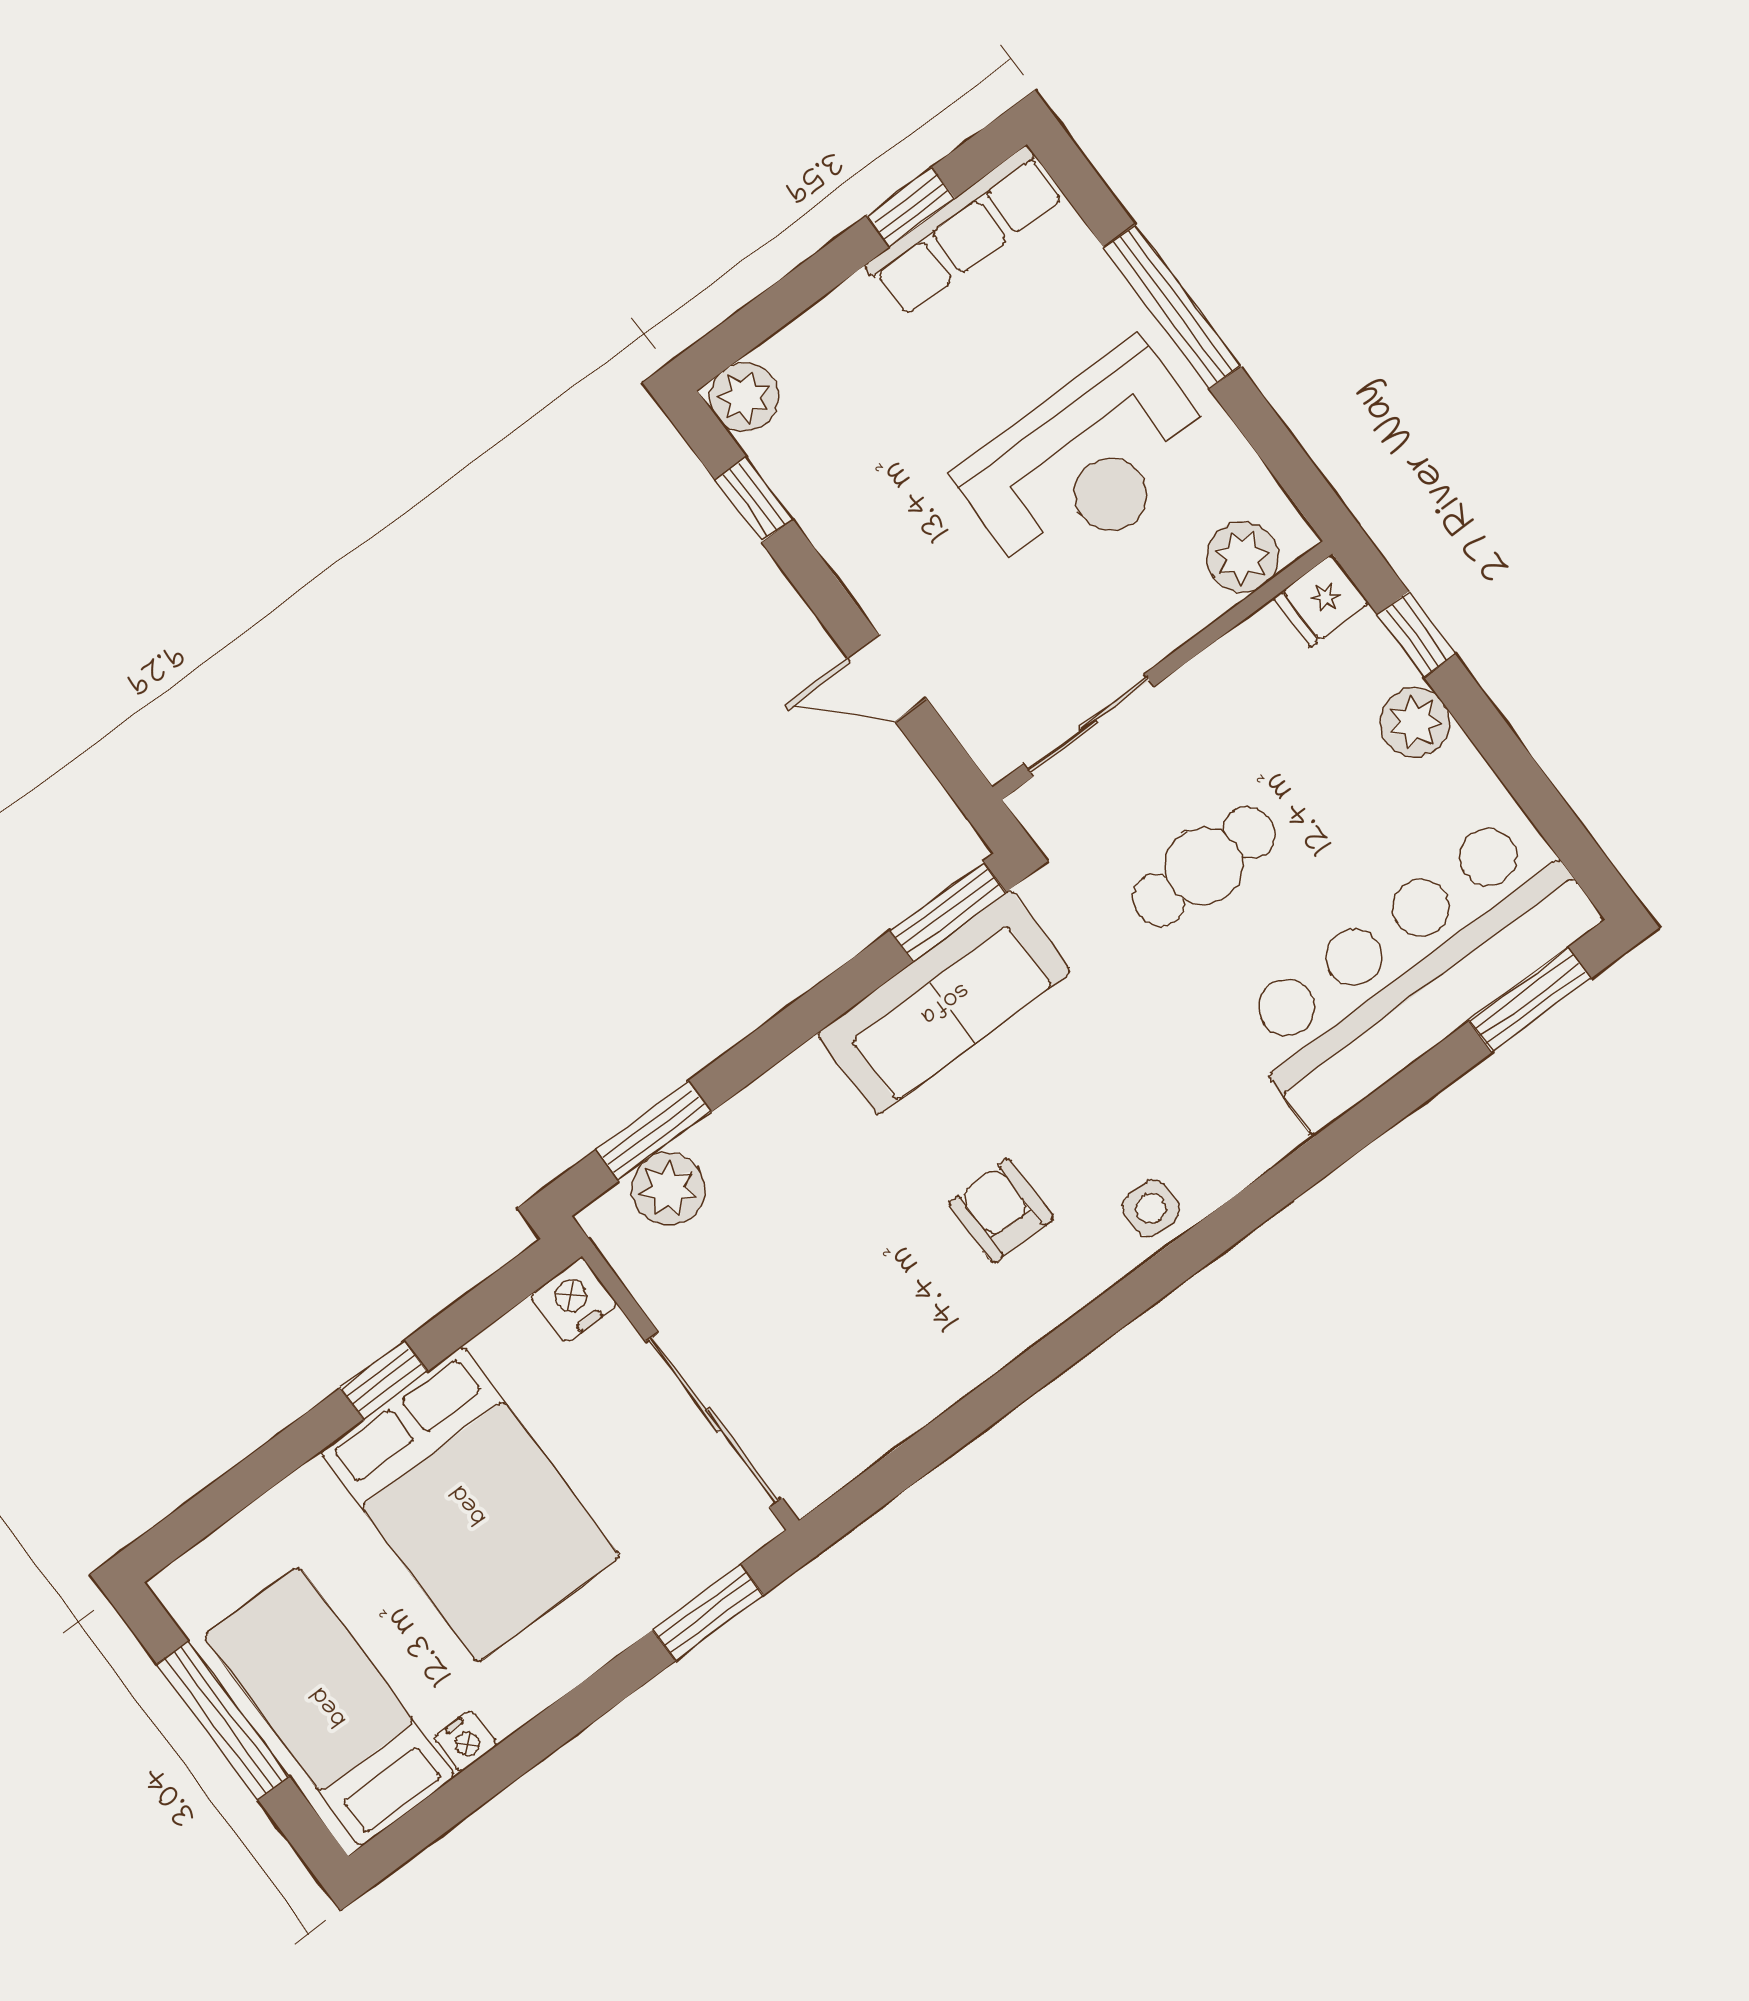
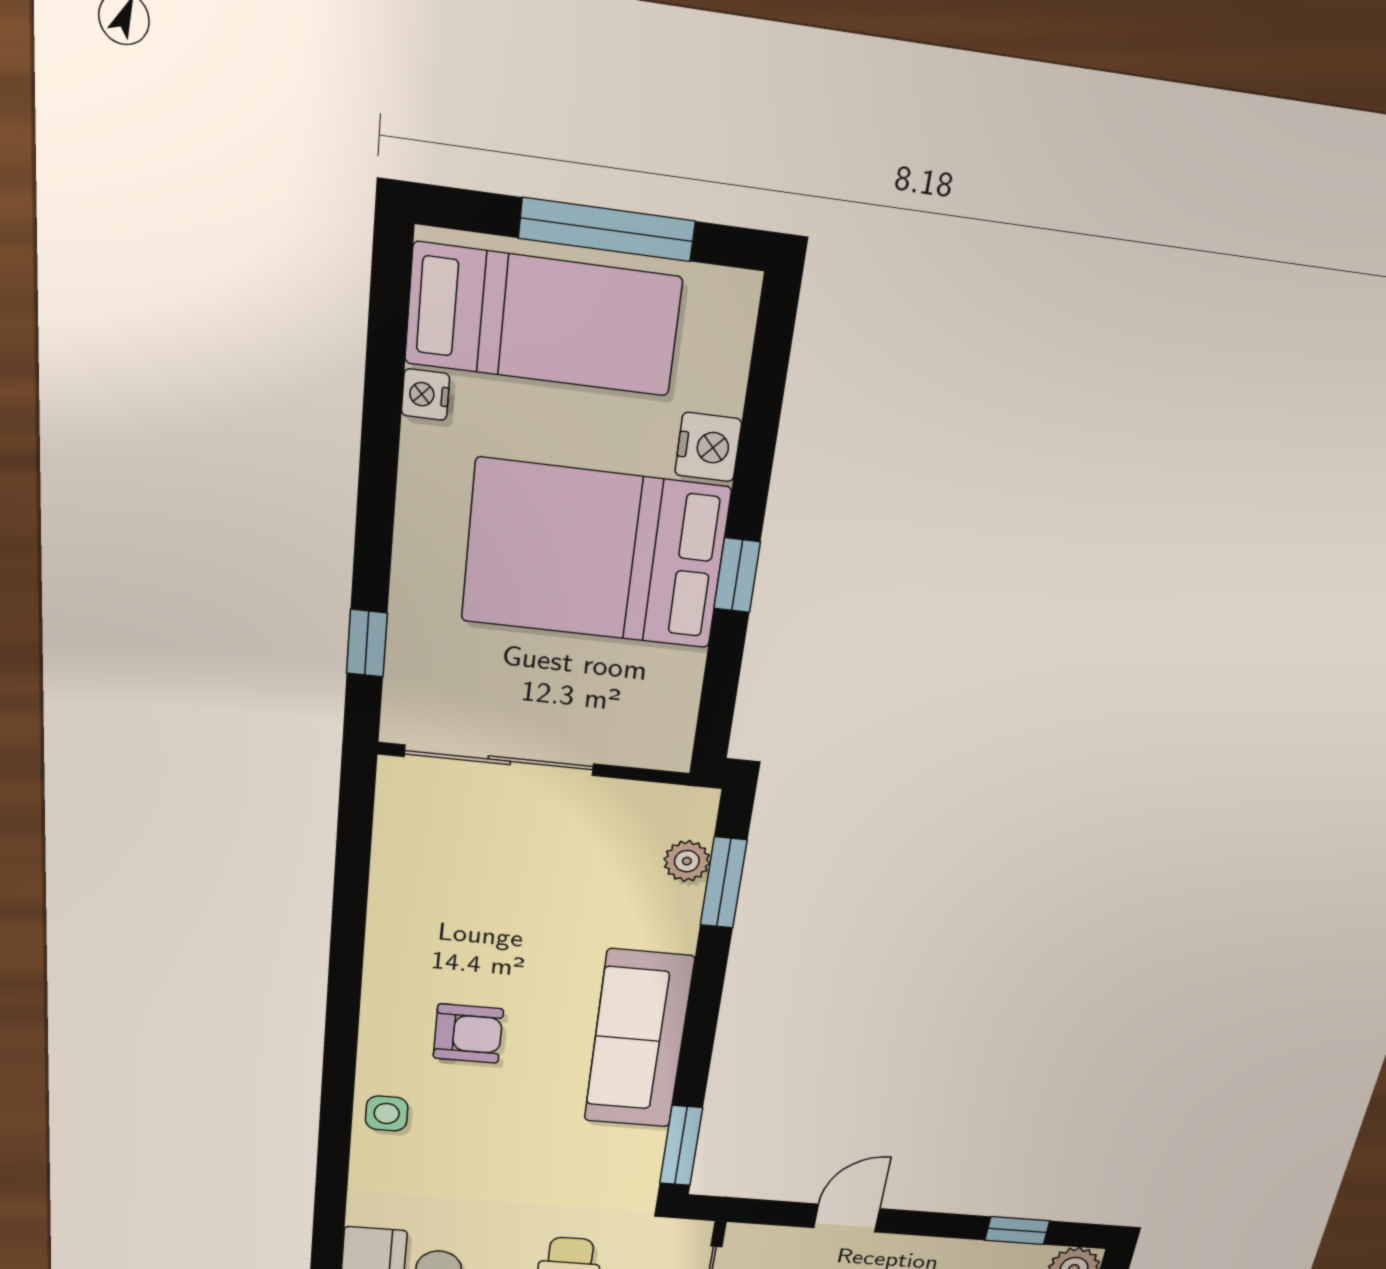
sofa: (944, 1002) -> (639, 1040), moved
plant: (668, 1189) -> (687, 861), width x0.73, depth x0.73
nightstand: (574, 1300) -> (708, 447), moved
window: (708, 1613) -> (367, 643), width x0.67

